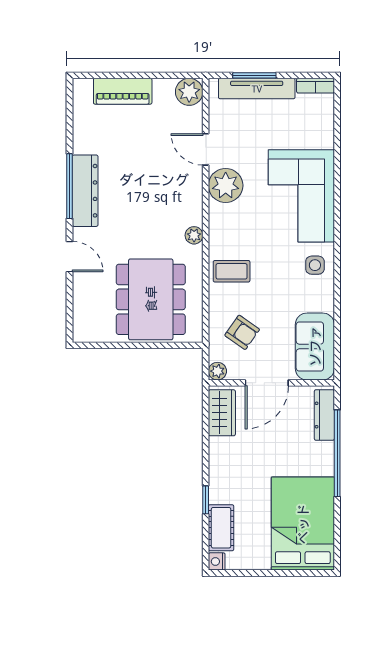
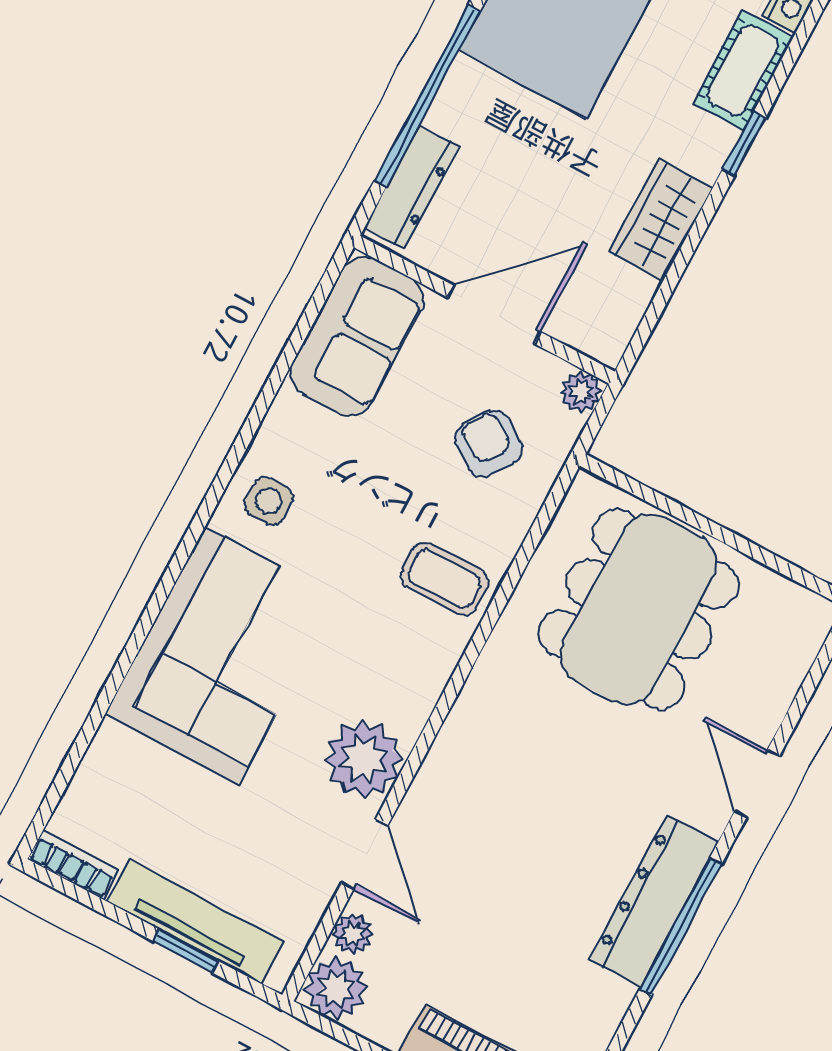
window: (254, 75) -> (186, 951), width x0.67
plant: (194, 235) -> (352, 934), moved
wardrobe: (222, 413) -> (661, 220), moved

